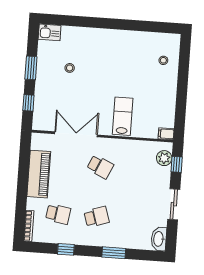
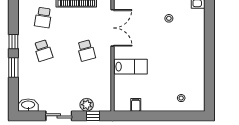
filing cabinet: (166, 134) -> (136, 105), moved
plant: (164, 158) -> (87, 105), moved
school desk: (100, 167) -> (86, 50), turned -39
window: (66, 249) -> (13, 42), moved

